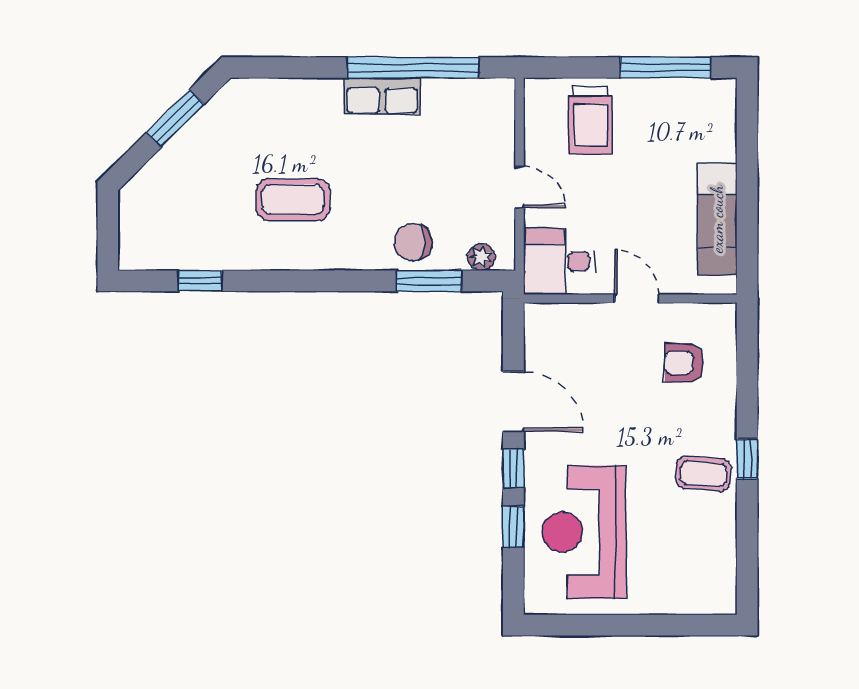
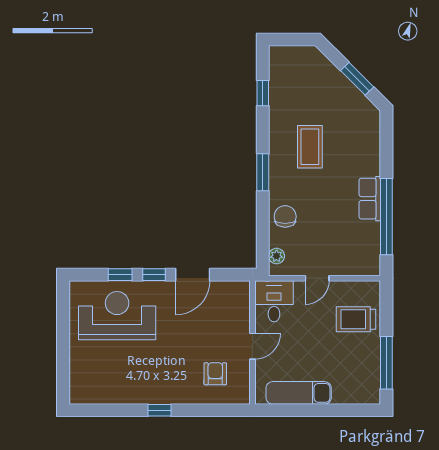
window: (429, 281) -> (263, 172), moved
coffee table: (703, 474) -> (151, 385), removed

